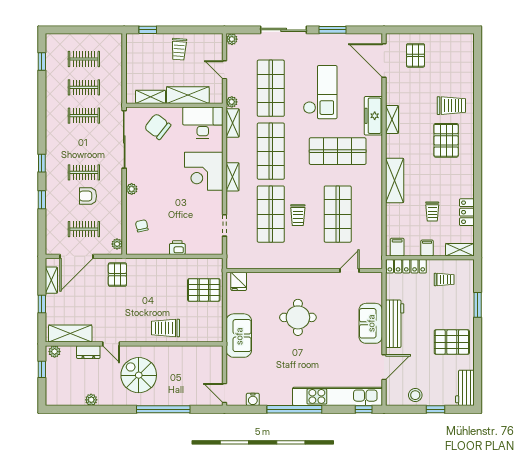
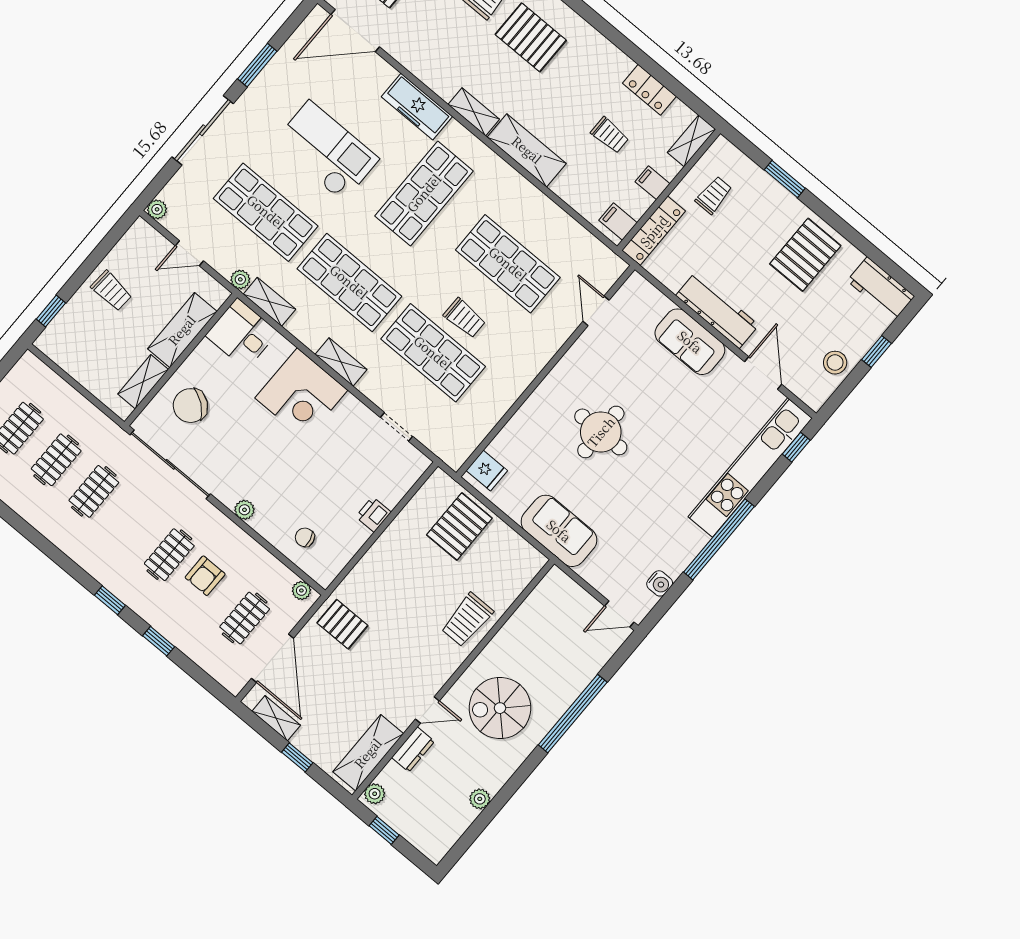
shelving: (392, 119) -> (474, 112), moved
desk: (203, 123) -> (242, 334), width x0.73

